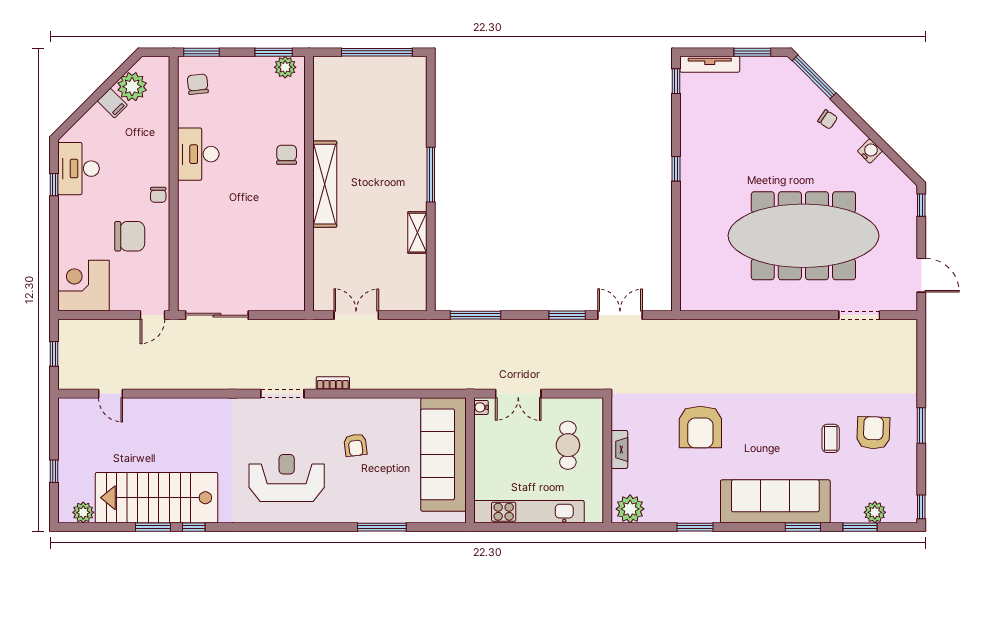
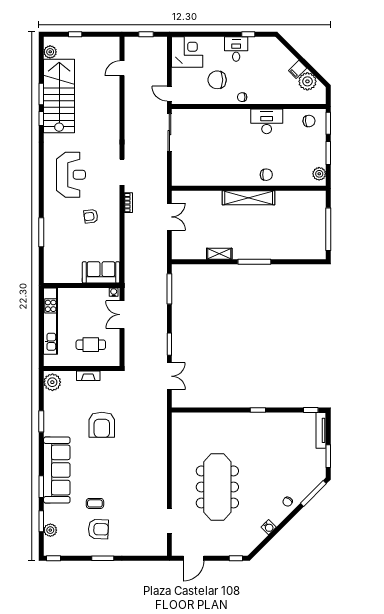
window: (274, 52) -> (328, 153), moved
desk: (78, 169) -> (236, 49), moved, width x0.73
chair: (130, 236) -> (217, 80), turned 90
meeting table: (803, 236) -> (217, 487), width x0.73, depth x0.79
armchair: (700, 427) -> (102, 425), turned -90
sofa: (443, 454) -> (101, 272), width x0.54, depth x0.79

